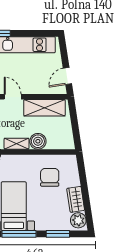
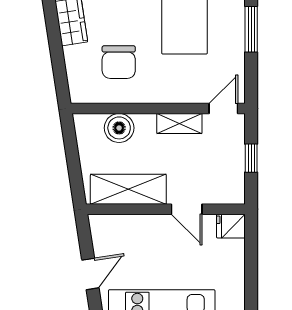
door: (67, 76) -> (90, 274), moved
boiler: (38, 141) -> (119, 128), moved

